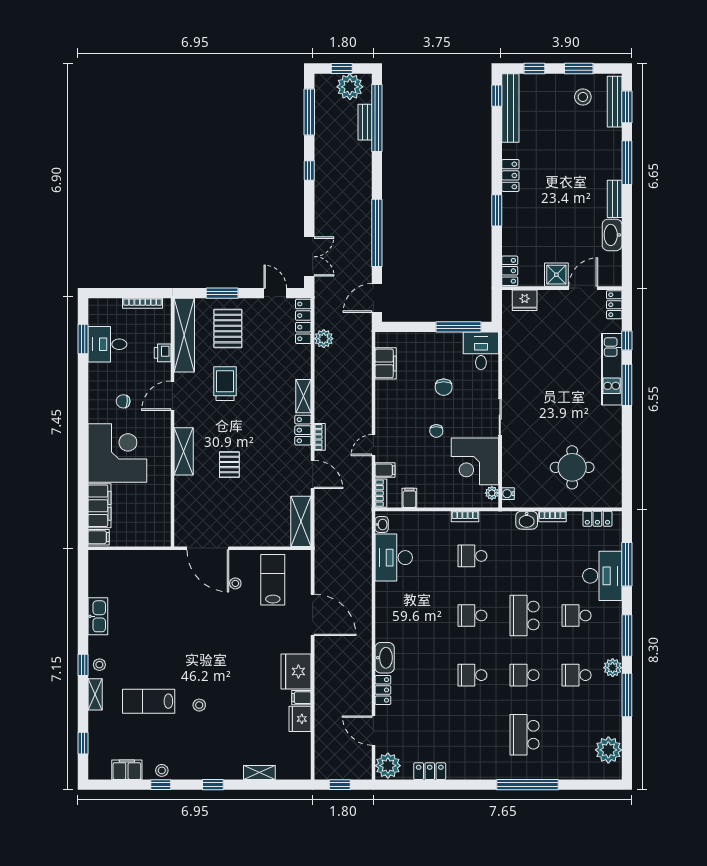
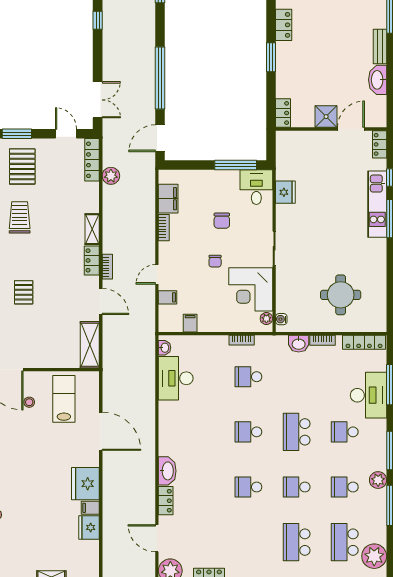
fridge: (525, 300) -> (285, 192), moved, turned -90
bookcase: (381, 493) -> (164, 228), moved
locker: (597, 519) -> (364, 342), width x1.53
school desk: (577, 735) -> (345, 542), added

